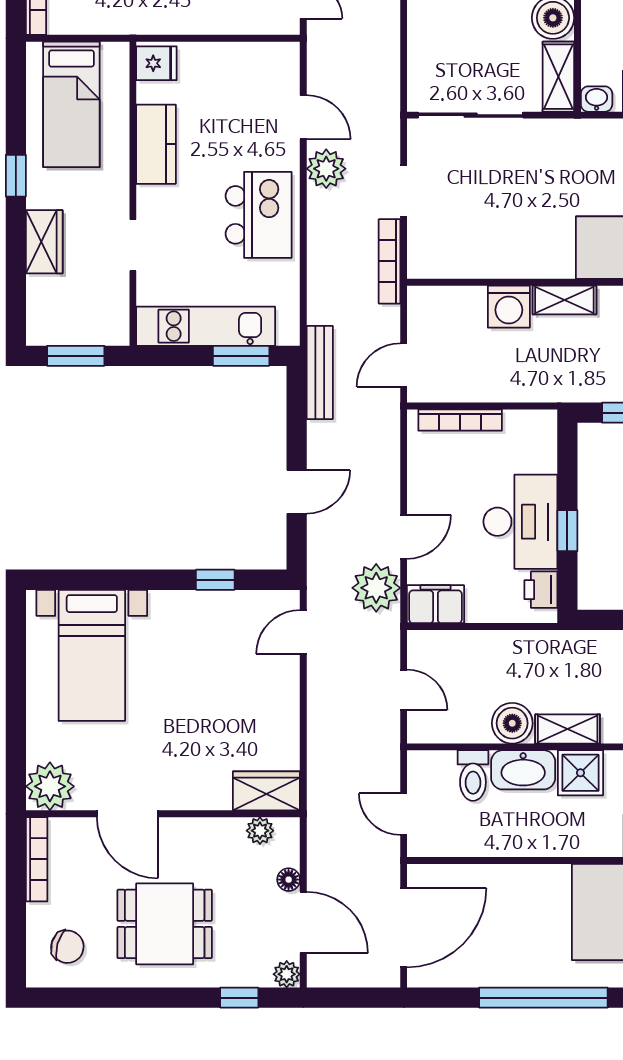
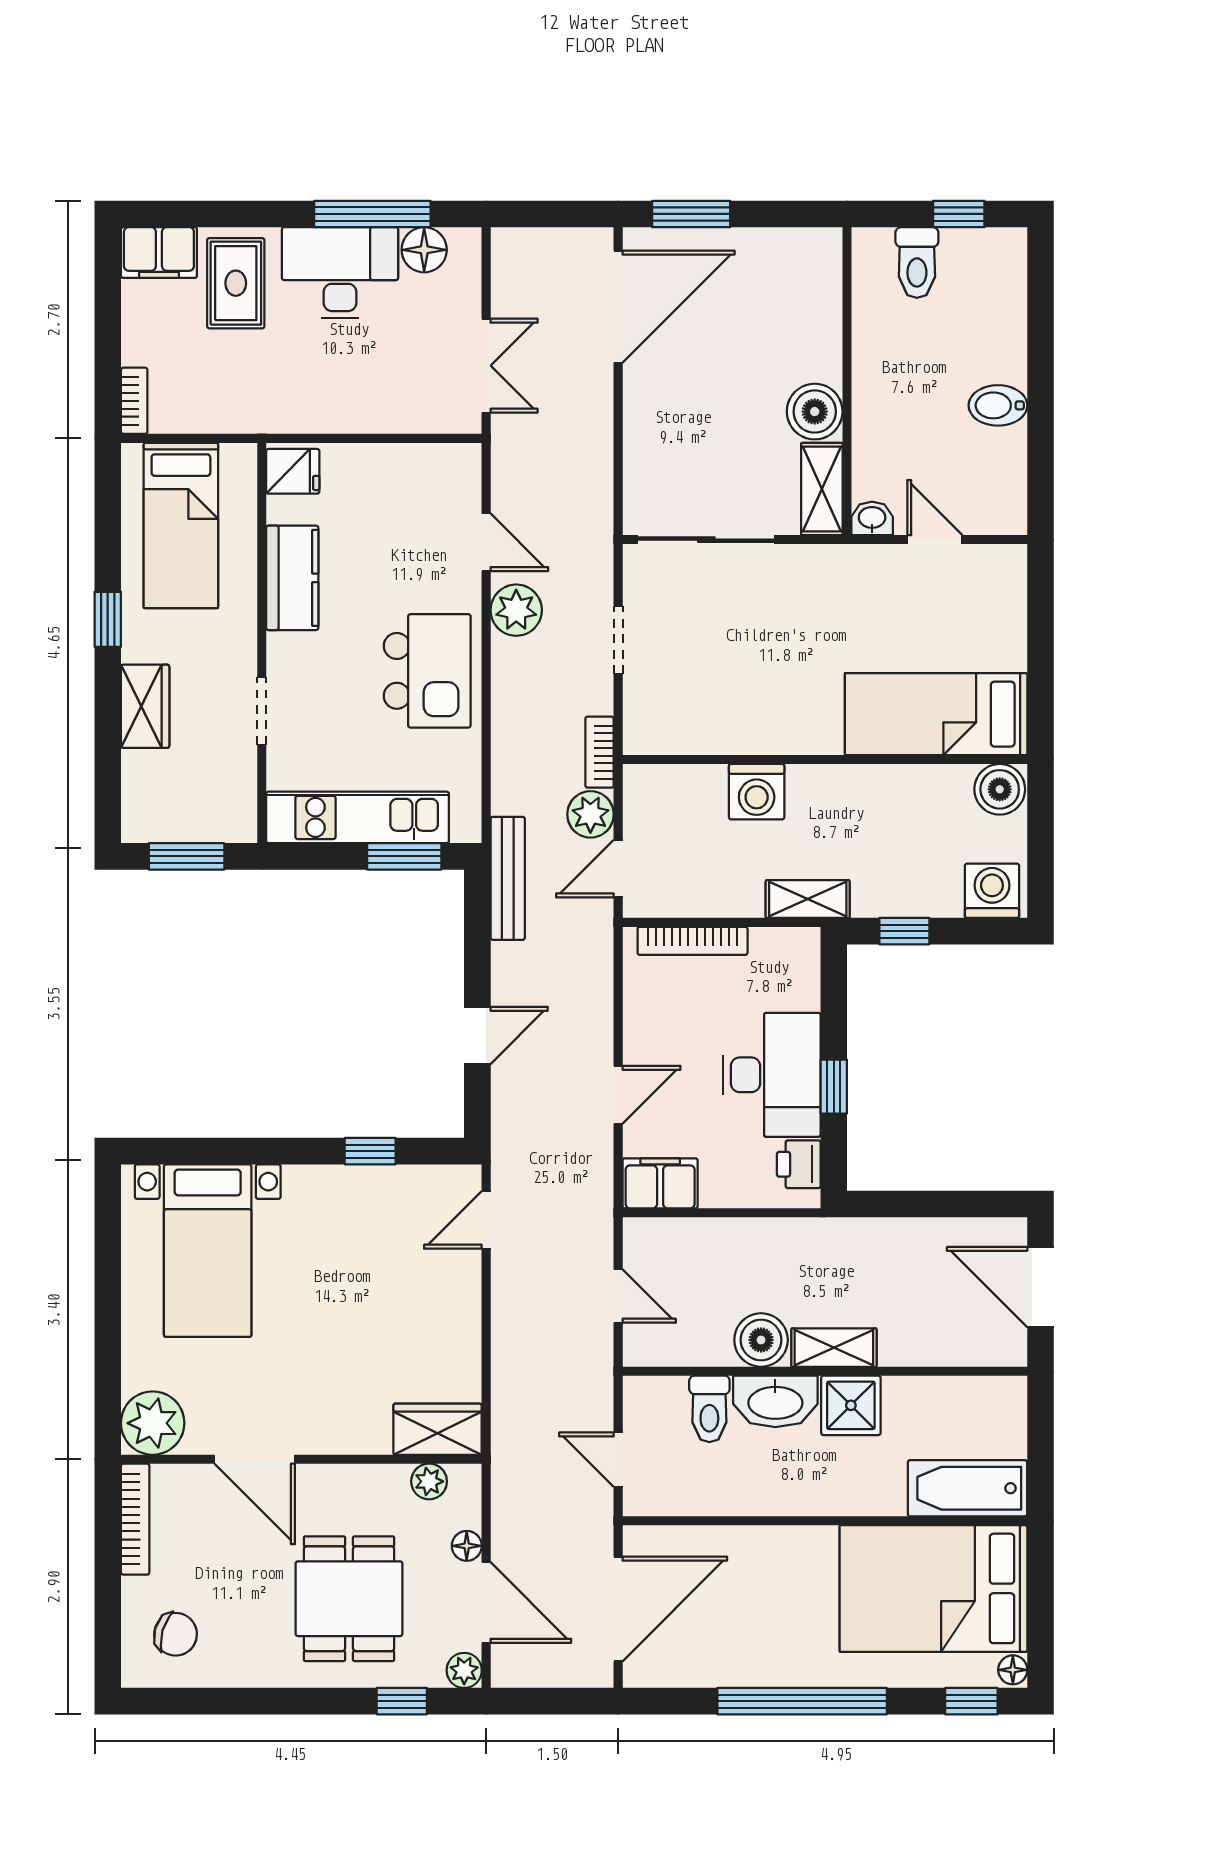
bookcase: (389, 261) -> (600, 752), width x0.64
shelving: (564, 300) -> (808, 899), moved
plant: (376, 588) -> (590, 814), moved, width x0.73, depth x0.73
dining table: (165, 924) -> (349, 1599), moved, turned 90

